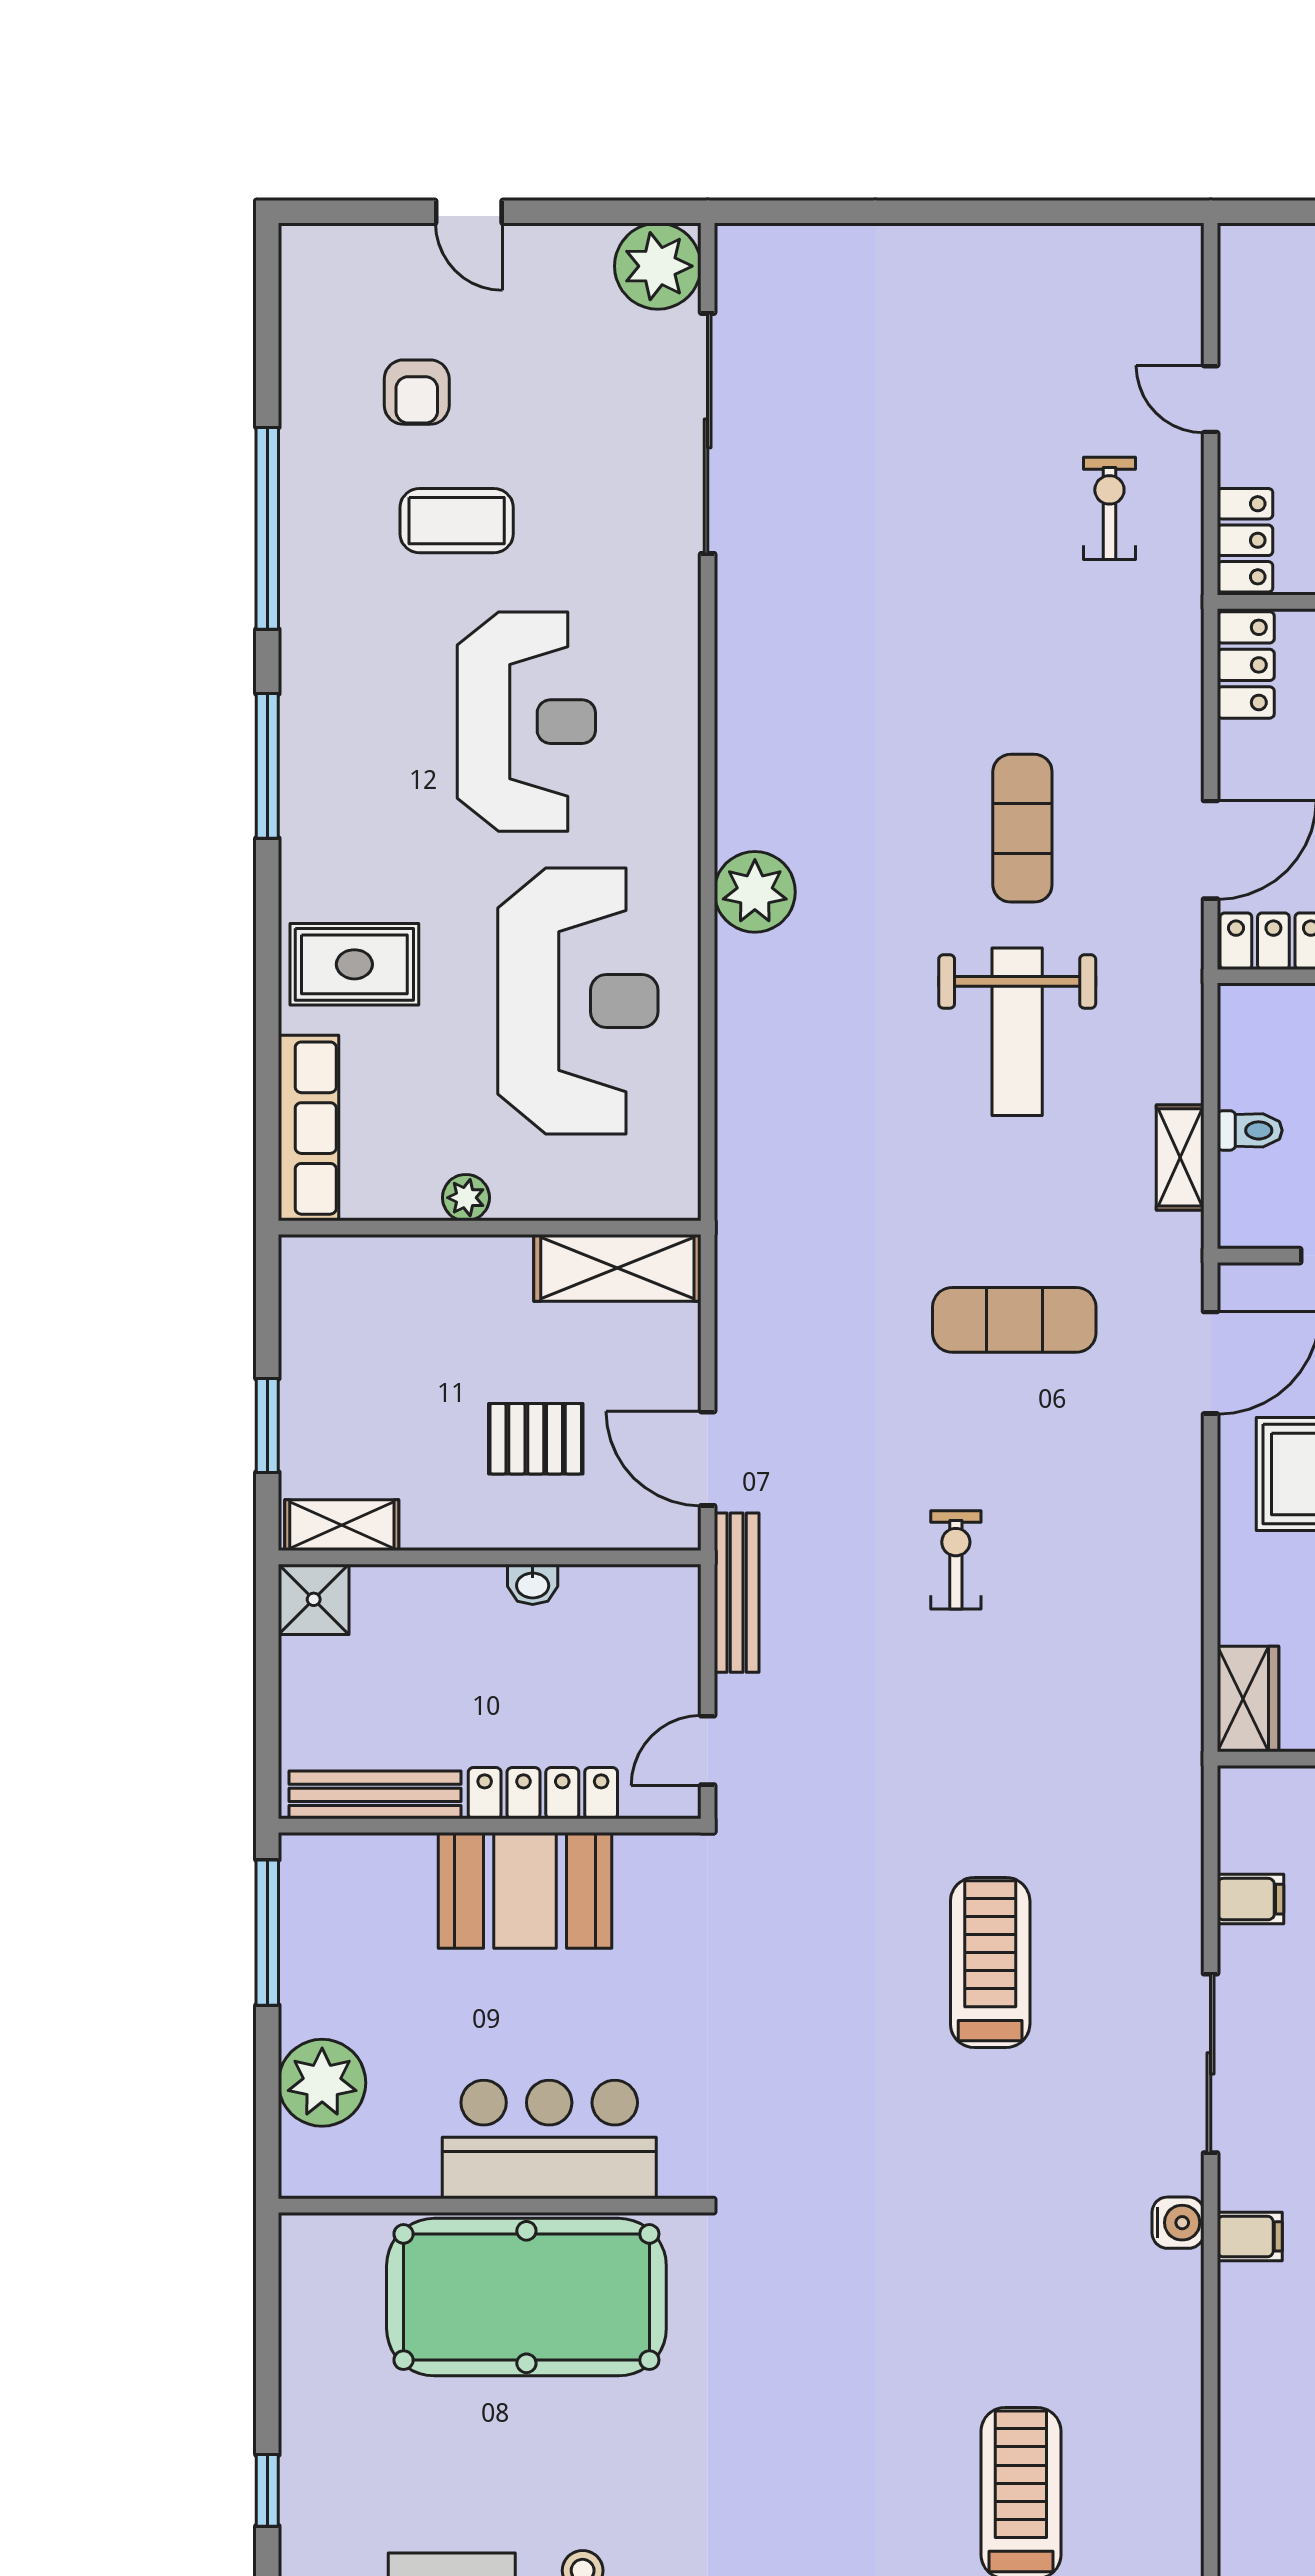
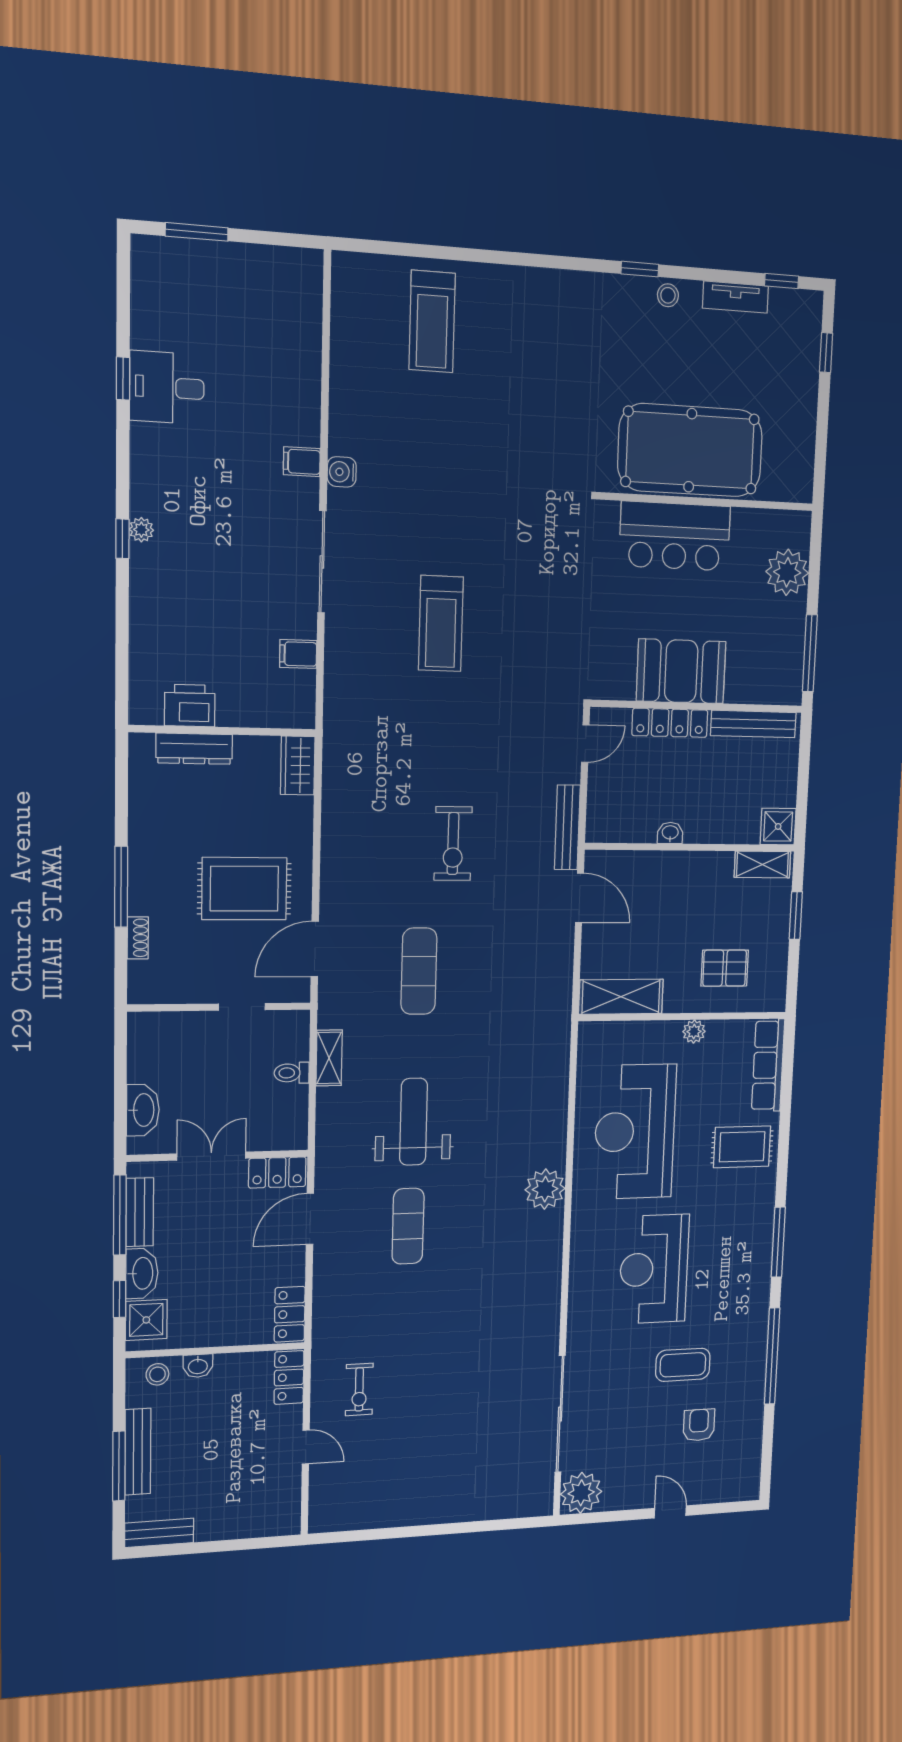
exercise mat: (1014, 1320) -> (419, 971), turned 90
pallet: (536, 1439) -> (725, 968), moved
exercise bike: (956, 1560) -> (453, 844), width x1.38, depth x1.39

